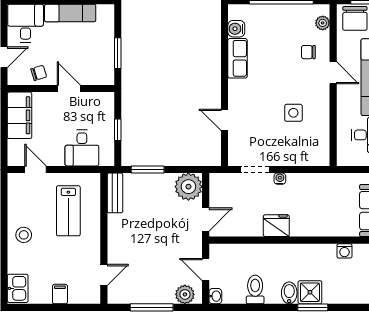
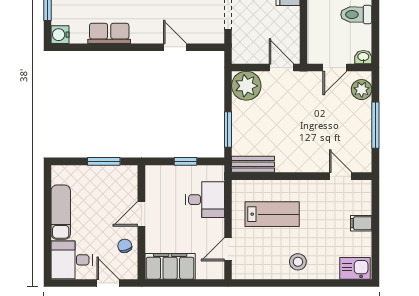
water cooler: (236, 29) -> (60, 35), moved, turned 90
door: (225, 120) -> (175, 47), swing flipped

